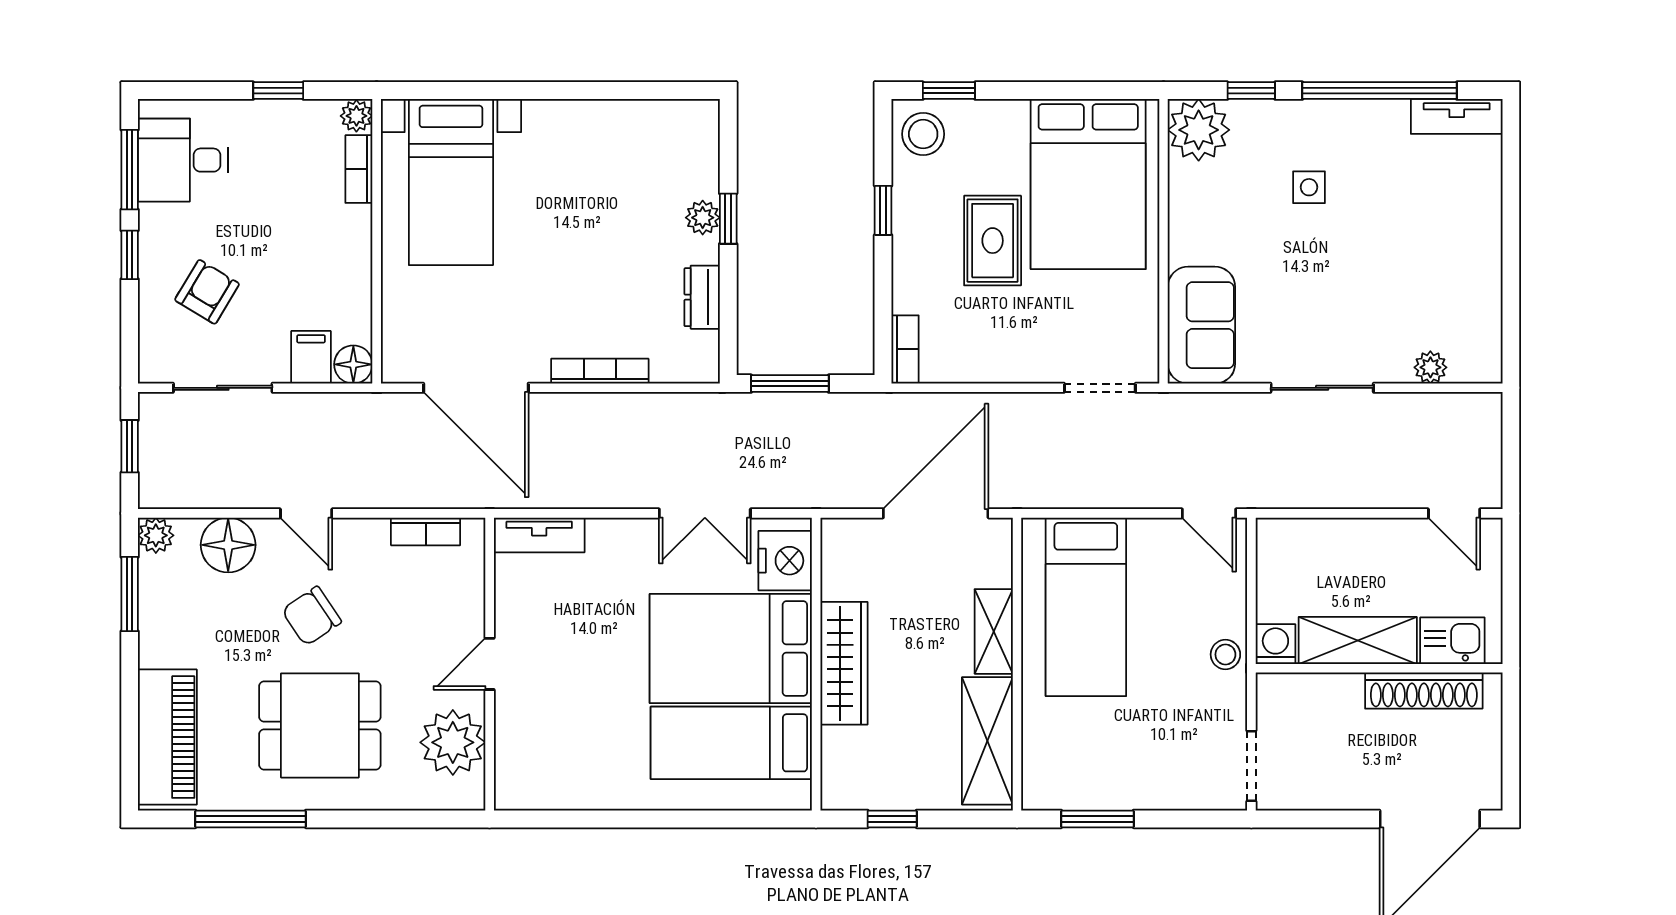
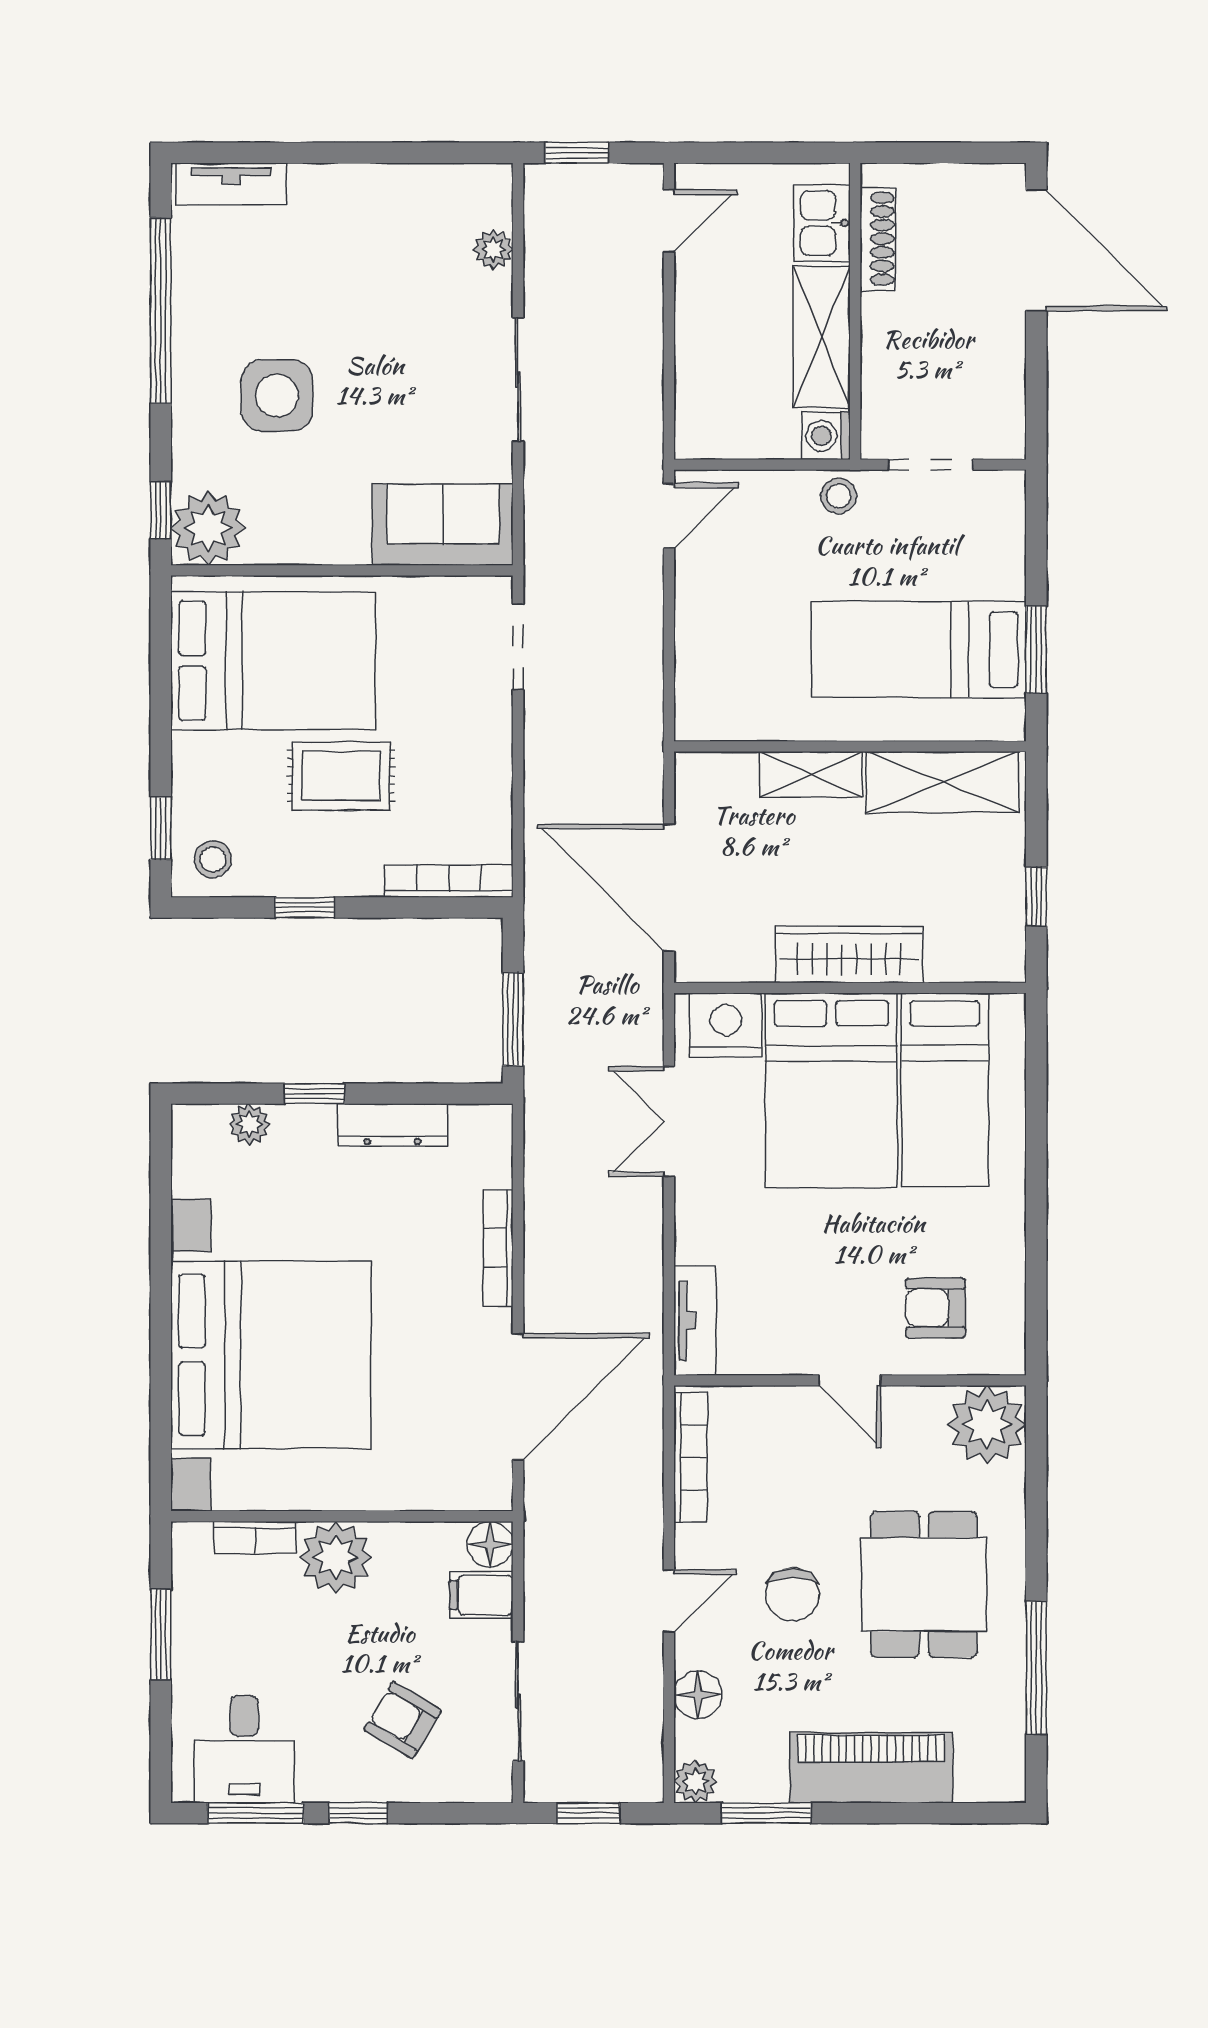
window: (278, 91) -> (161, 1634), width x1.50
window: (1251, 91) -> (161, 511), moved
plant: (356, 116) -> (336, 1557), moved, width x1.88, depth x1.88
tv unit: (1457, 116) -> (231, 184), moved, turned 90
stool: (923, 134) -> (213, 859), width x0.73, depth x0.73
bed with nightstands: (451, 182) -> (271, 1355), width x1.85
side table: (1309, 187) -> (277, 395), width x1.87, depth x1.87
plant: (703, 218) -> (249, 1124), moved
dresser: (702, 297) -> (392, 1125), width x1.44
bookcase: (905, 349) -> (449, 881), width x1.56
window: (1511, 437) -> (577, 153), added
double door: (705, 513) -> (669, 1122), swing flipped
door: (936, 513) -> (669, 888), moved
bookcase: (426, 531) -> (691, 1457), width x1.56
floor lamp: (228, 545) -> (698, 1695), width x0.73, depth x0.73
bed: (1086, 607) -> (919, 649), moved, turned 180
chair: (312, 616) -> (792, 1594), turned 34
shoe rack: (1424, 691) -> (878, 239), width x0.74, depth x0.81
armchair: (550, 735) -> (936, 1308), added
piano: (167, 737) -> (871, 1768), moved
plant: (453, 742) -> (987, 1425), moved
doorway: (1251, 766) -> (930, 465), moved

